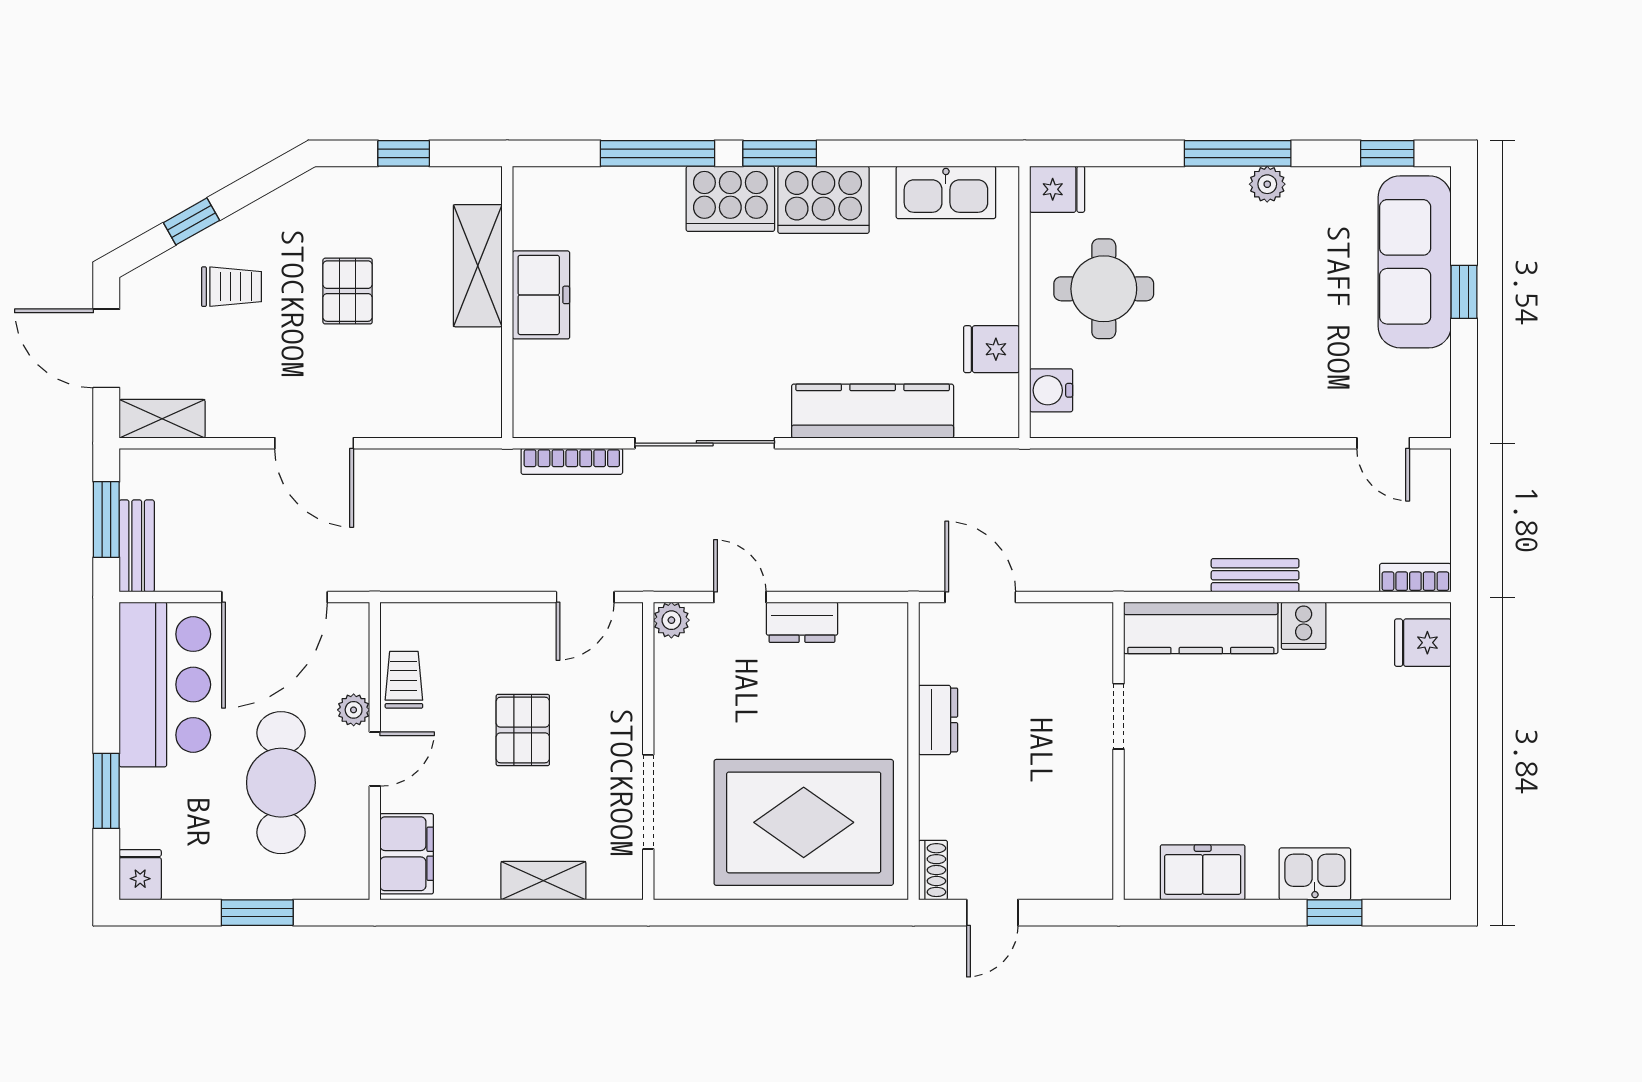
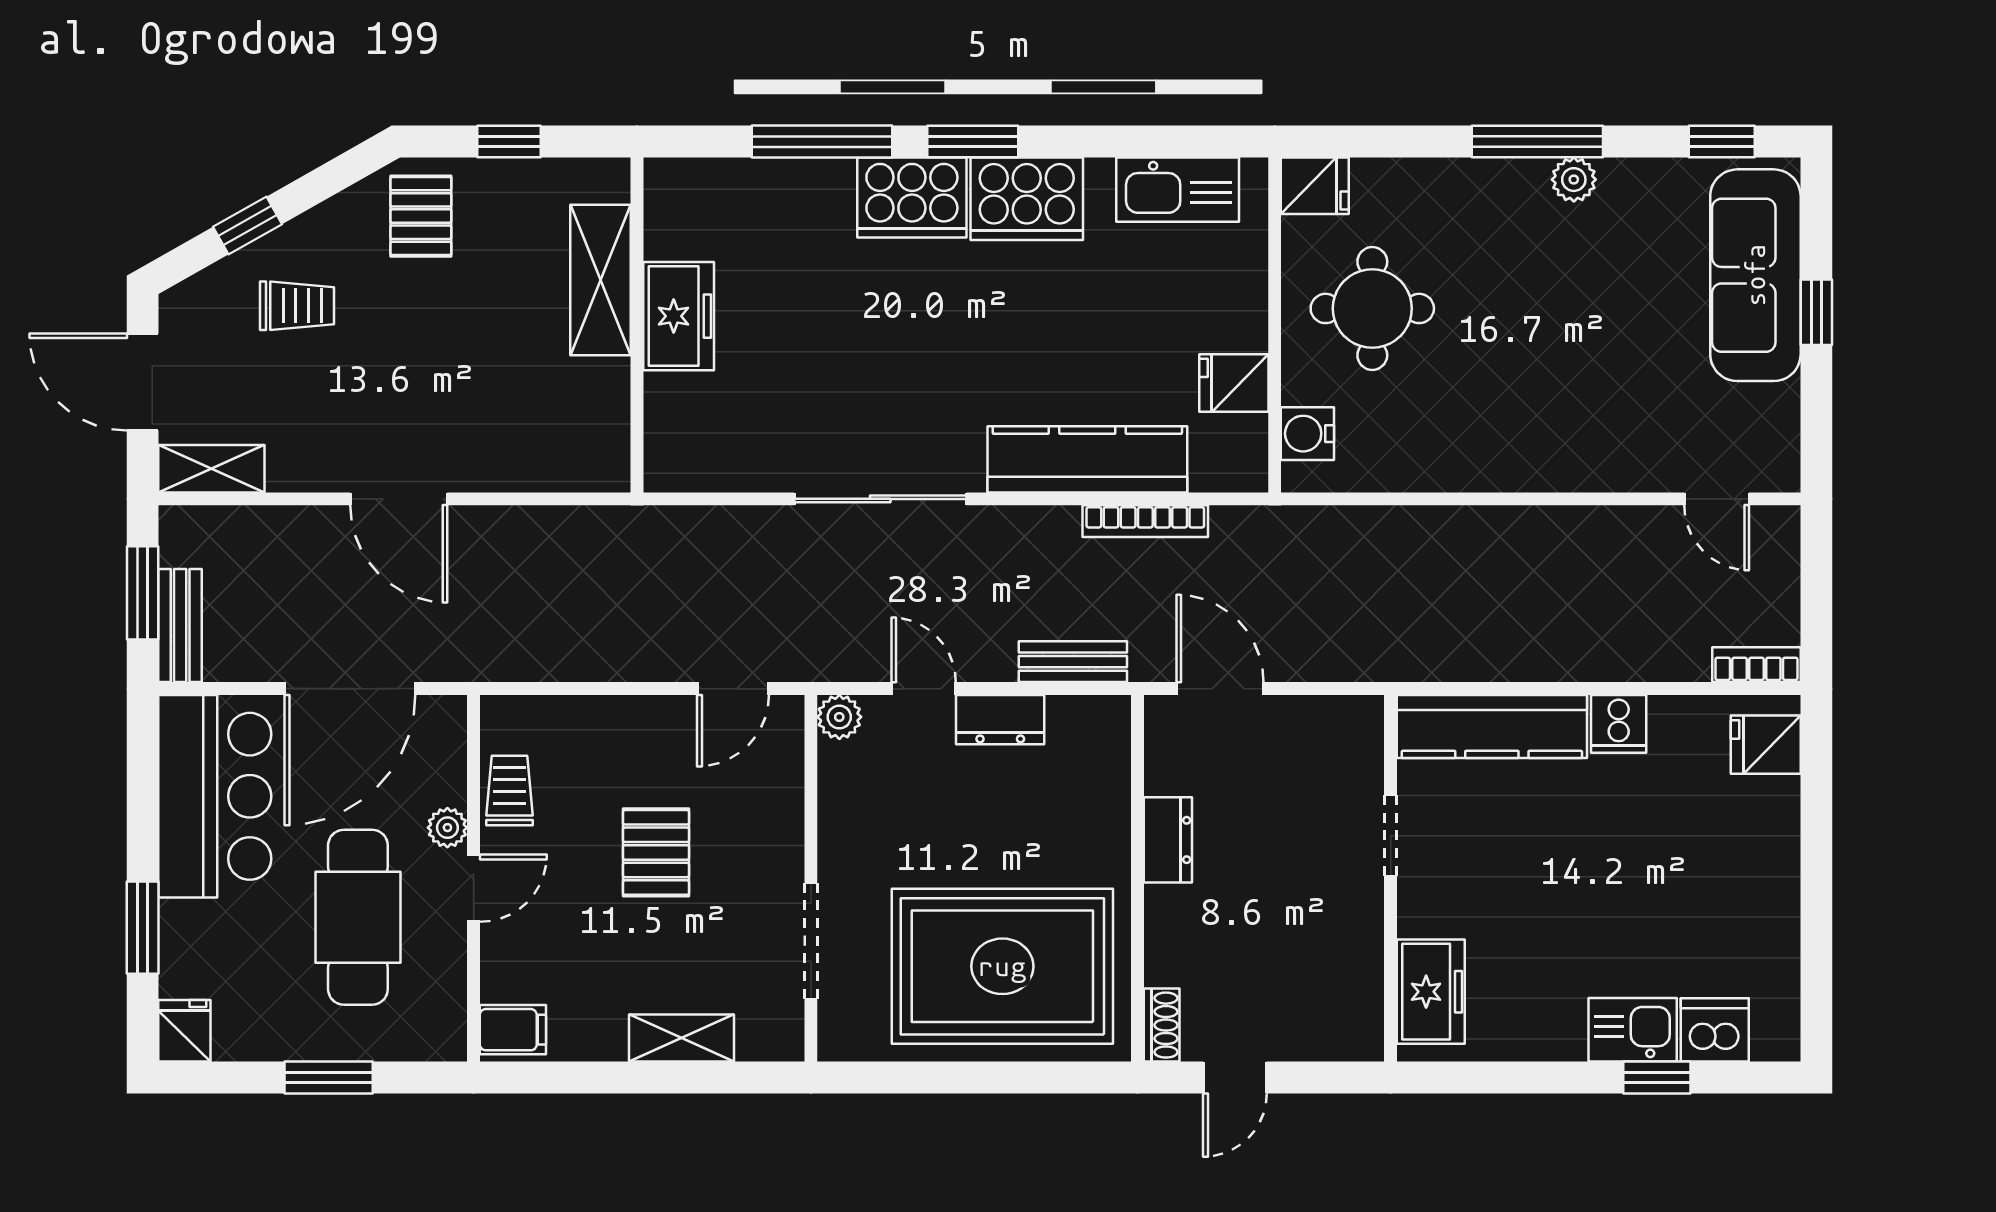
pallet: (348, 291) -> (421, 216), moved
bookcase: (572, 461) -> (1145, 521), moved
bench: (1255, 575) -> (1073, 662), moved
filing cabinet: (407, 854) -> (513, 1030), width x0.50
freezer: (1203, 872) -> (1431, 992), moved, turned 90
dishwasher: (1382, 874) -> (1715, 1030), added

